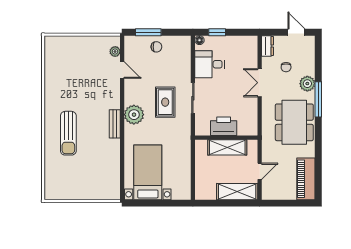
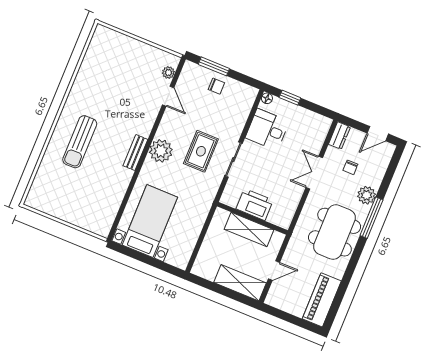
door: (296, 32) -> (378, 134), swing flipped

